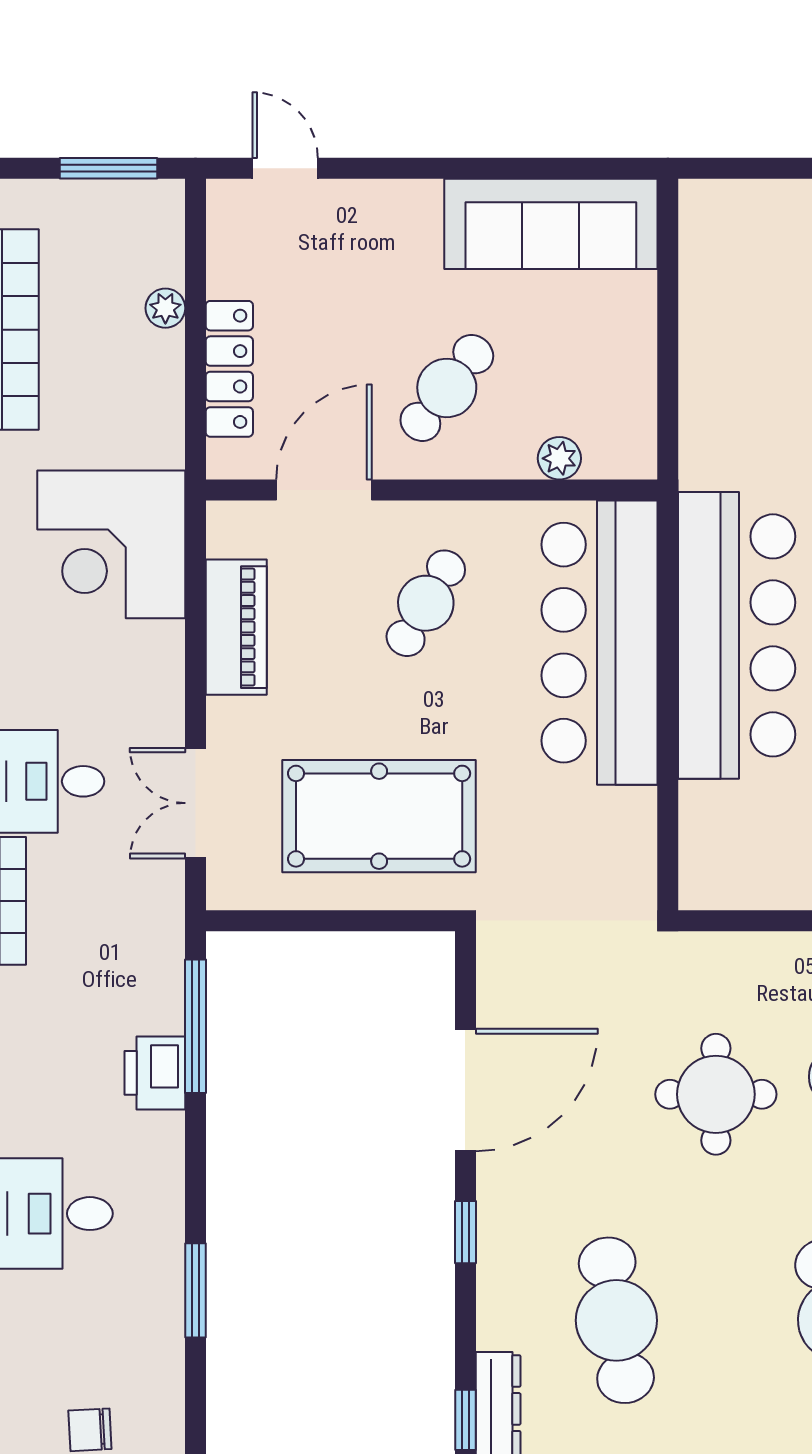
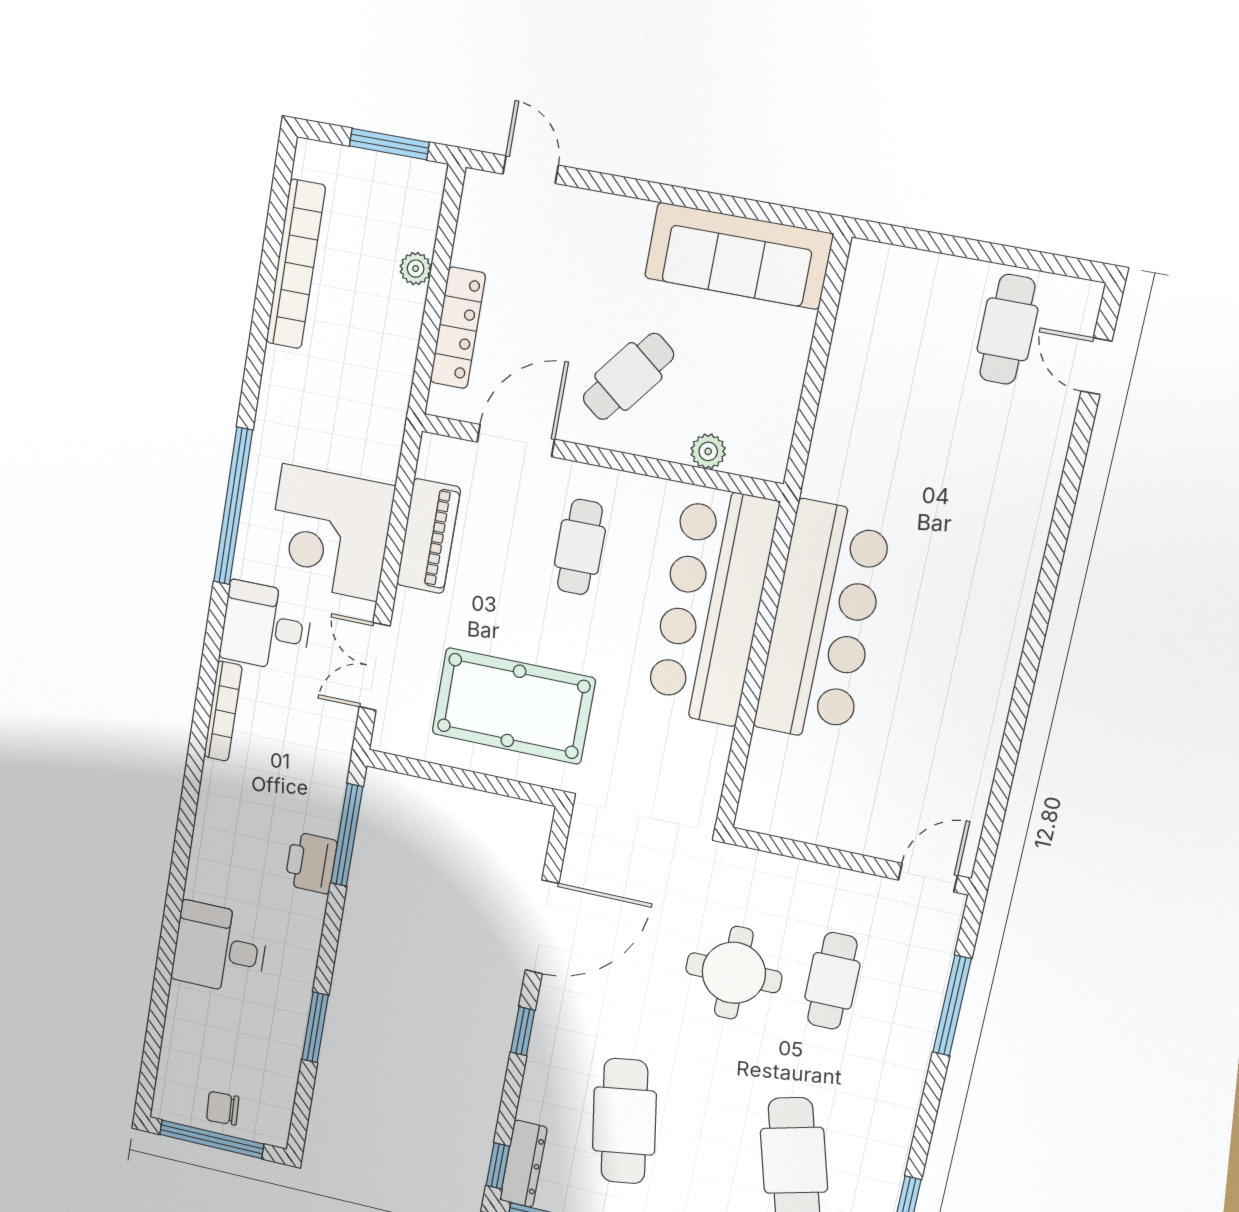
corner desk: (111, 544) -> (330, 533), moved
cafe table: (426, 603) -> (580, 547), turned -30

